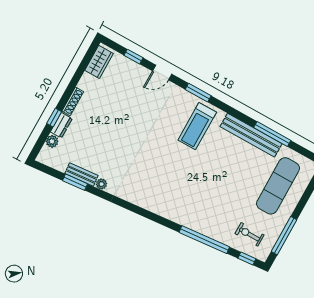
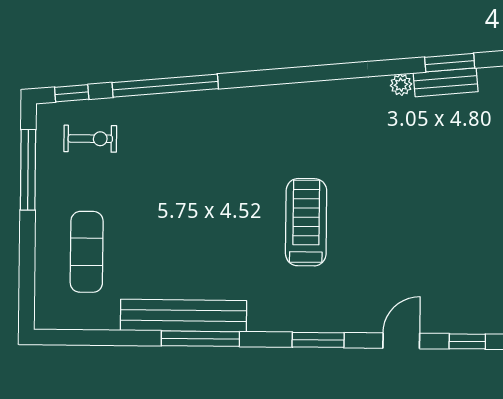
treadmill: (197, 126) -> (306, 222), moved
window: (272, 134) -> (200, 339), moved
exercise mat: (278, 186) -> (87, 252), width x0.73, depth x0.69

